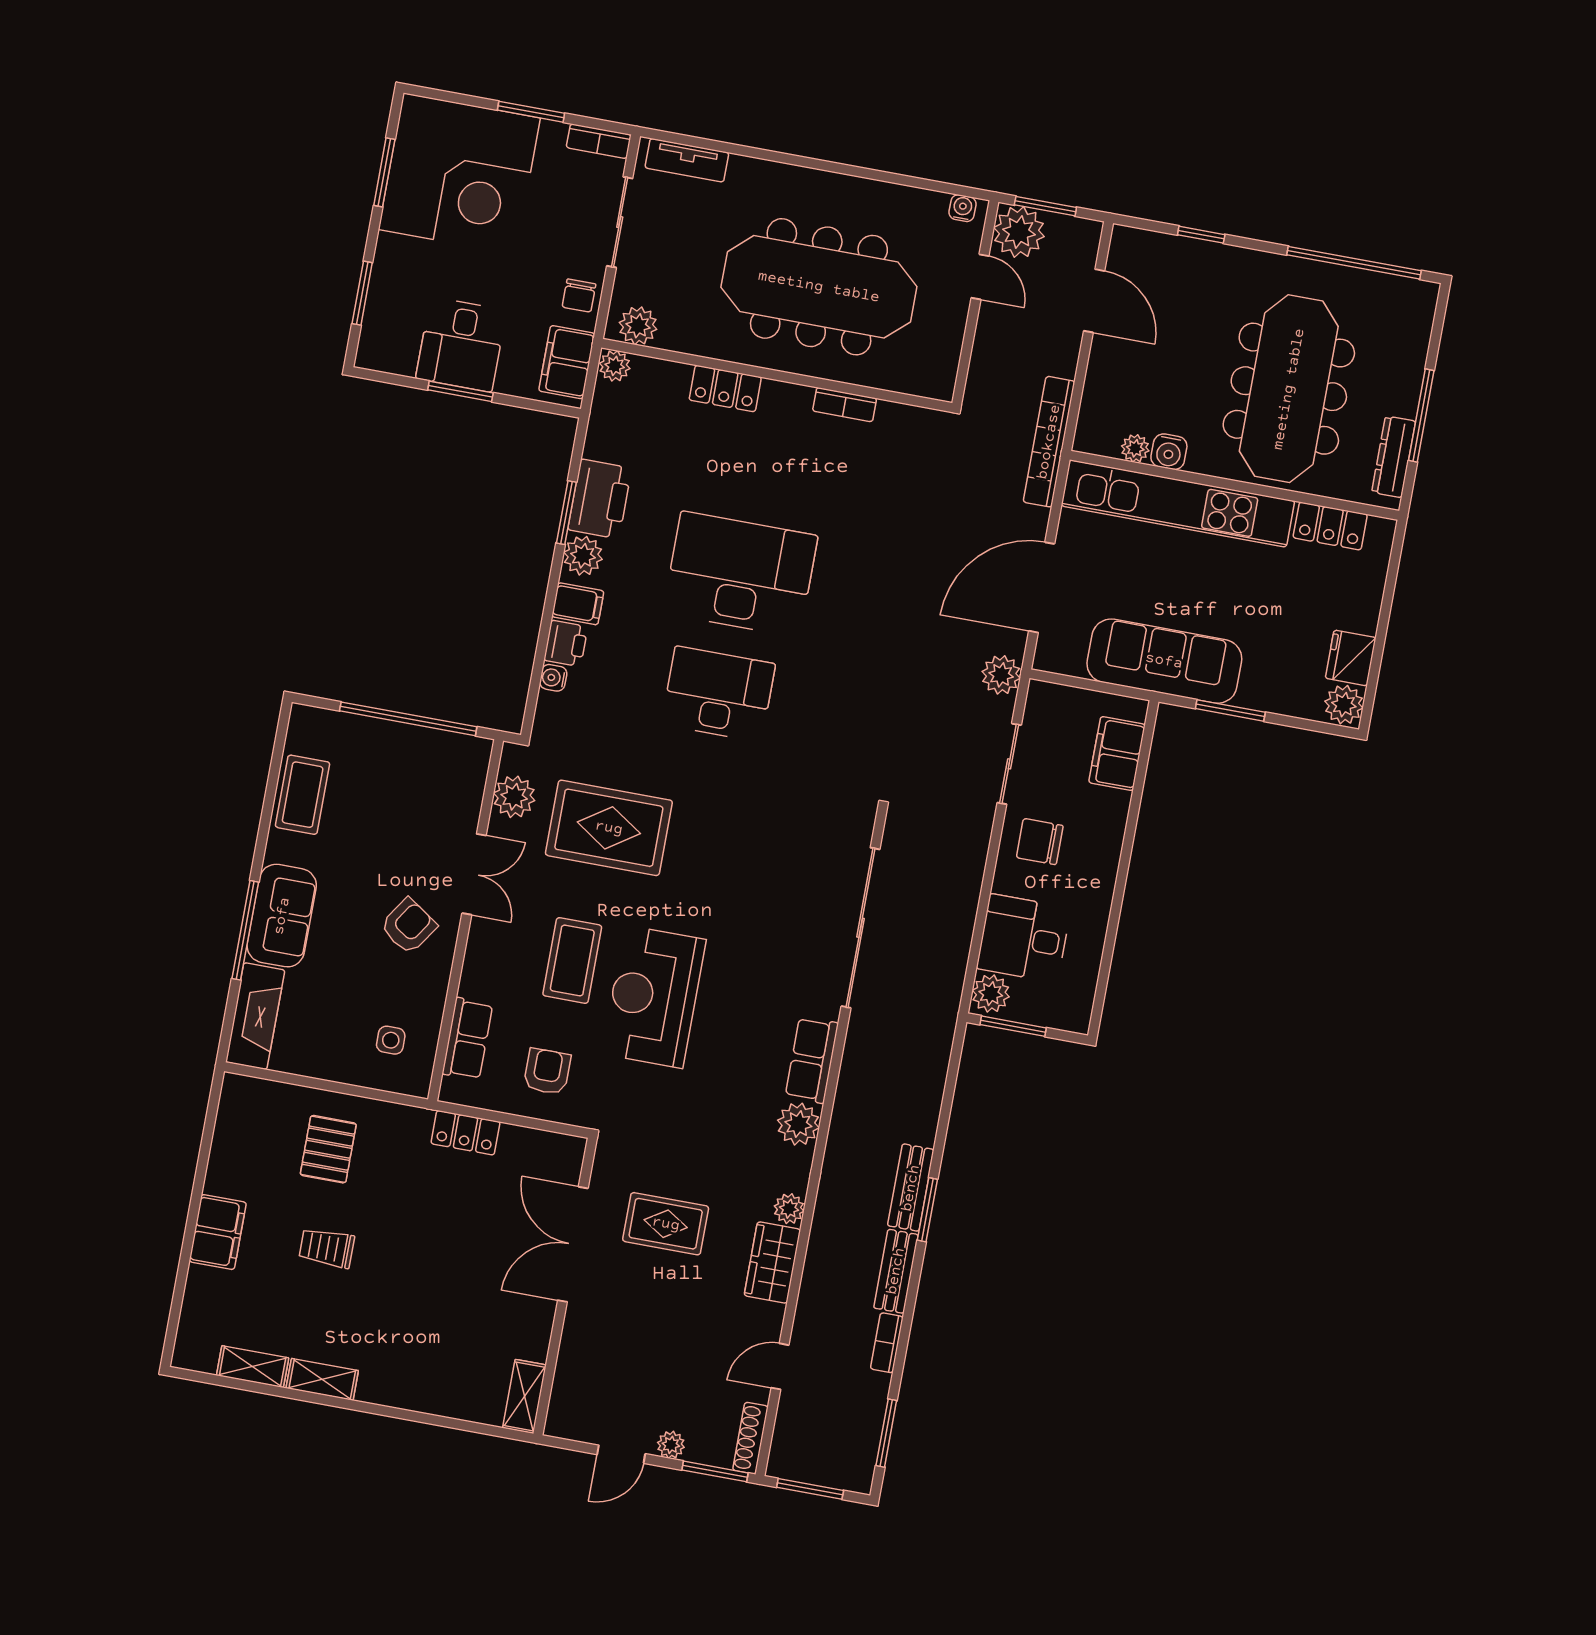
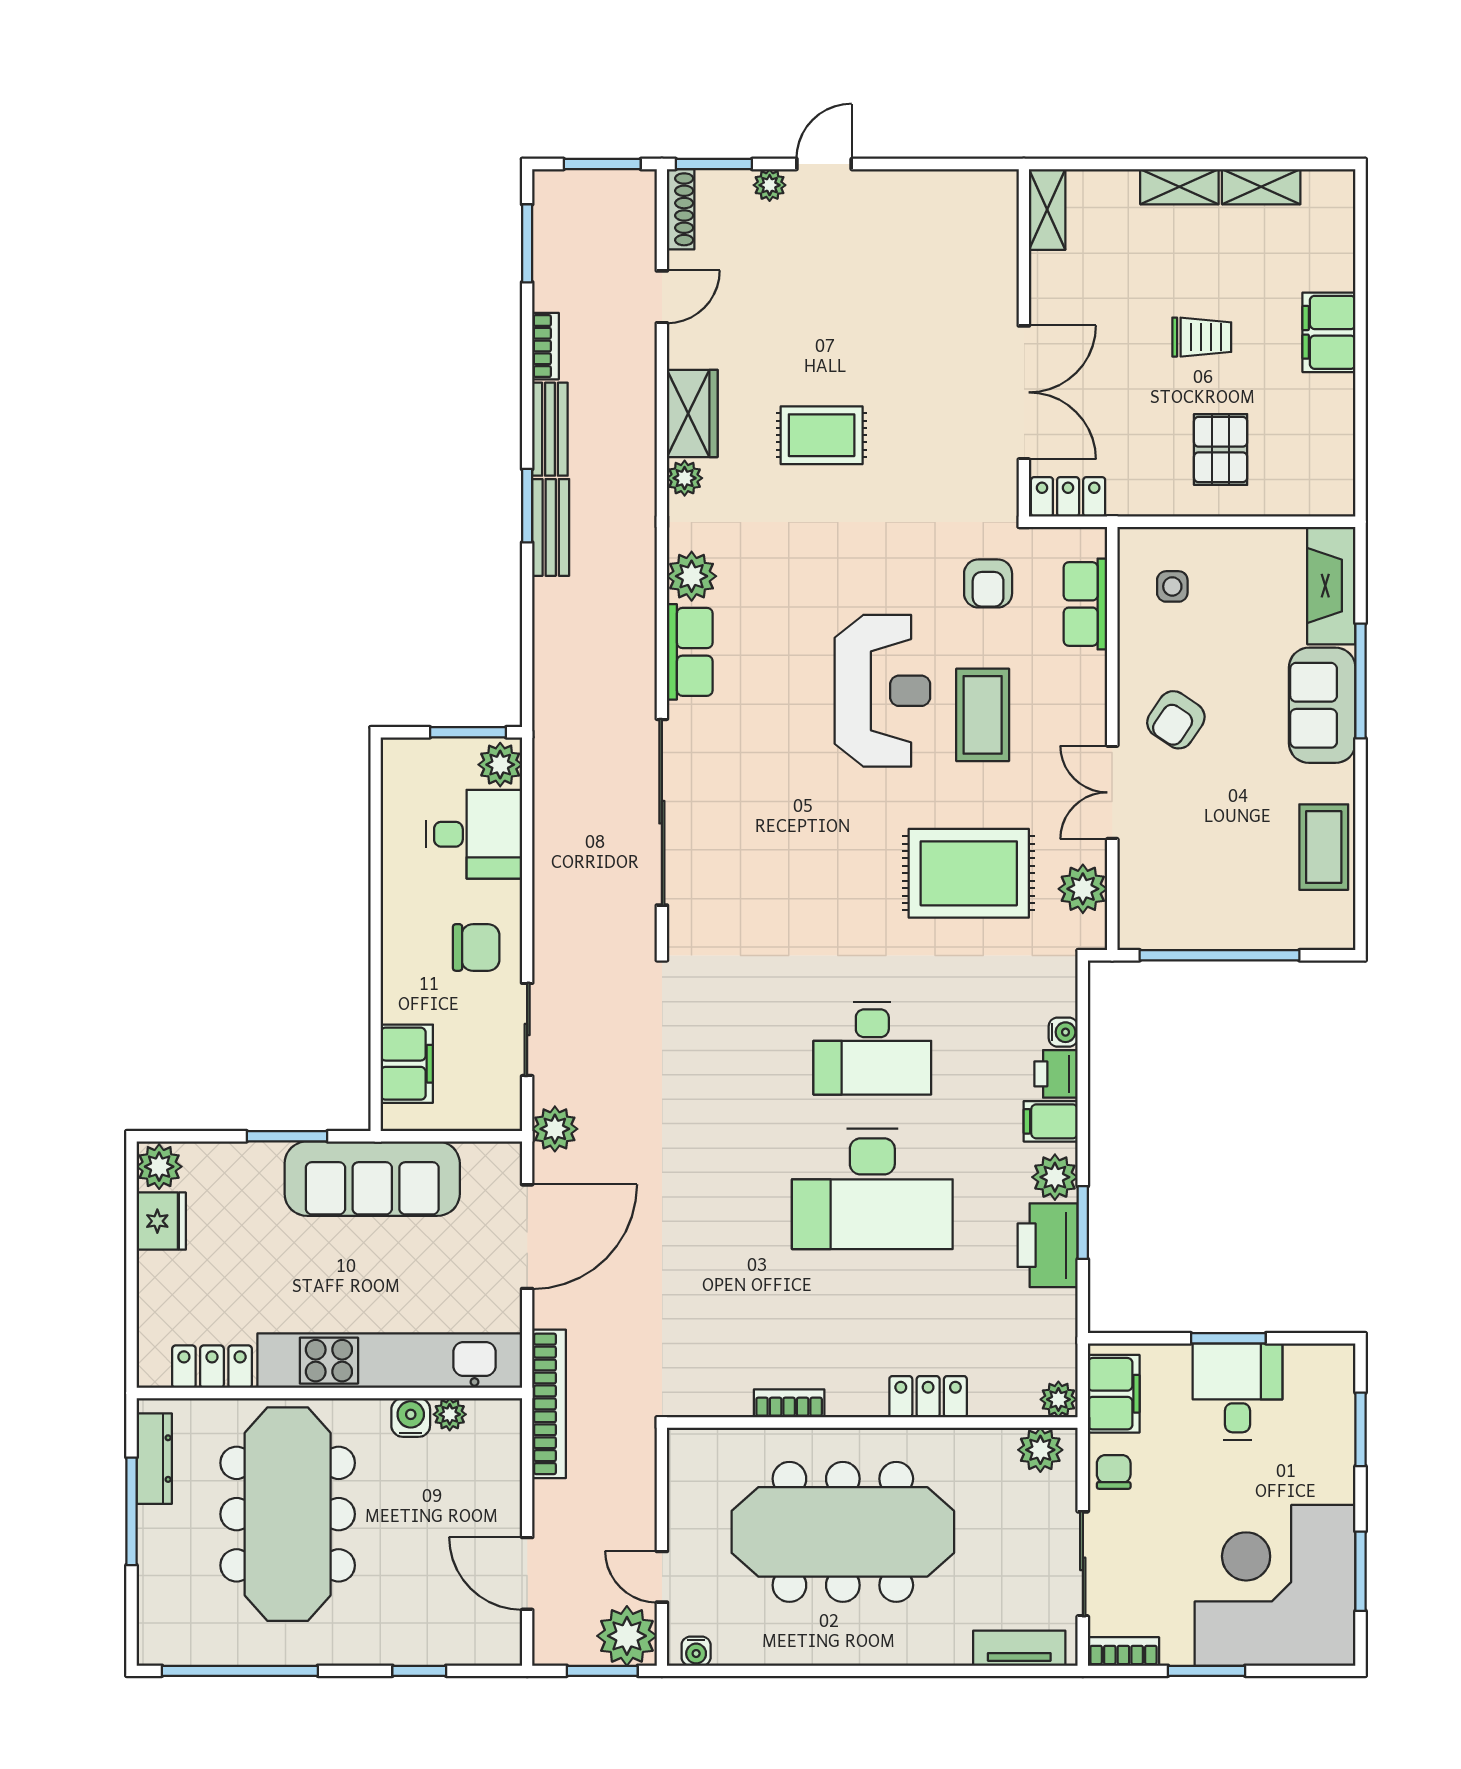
double door: (573, 1244) -> (1024, 392), moved
wall: (565, 1287) -> (1024, 343), moved
shelving: (524, 1396) -> (1047, 210), moved

